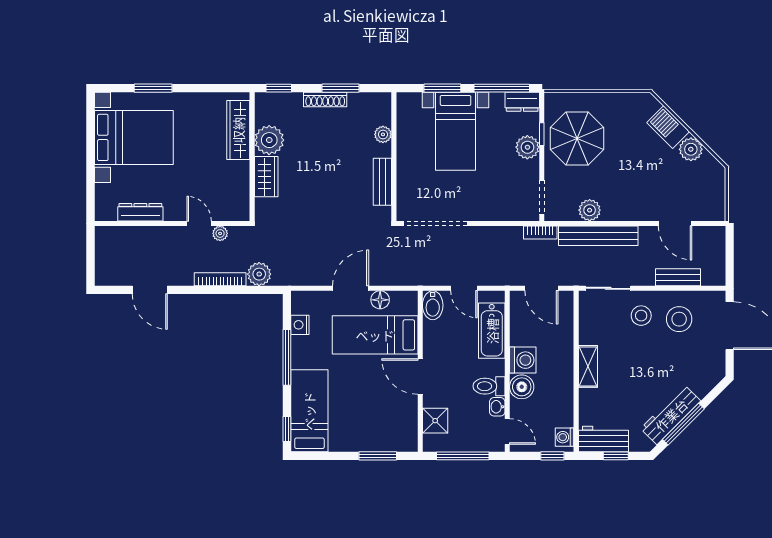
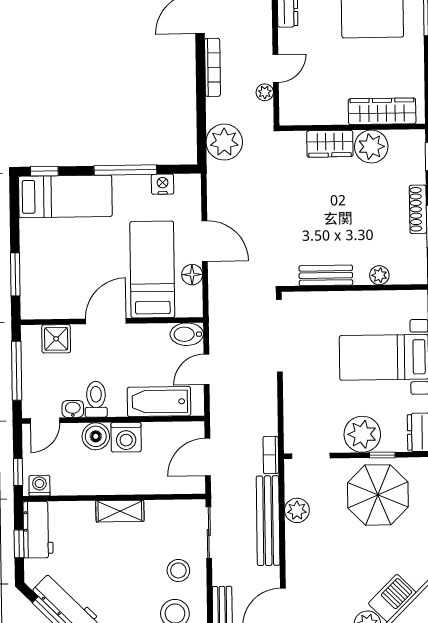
plant: (527, 147) -> (362, 434), width x1.36, depth x1.36
plant: (259, 274) -> (224, 142), width x1.36, depth x1.36
bookcase: (220, 279) -> (212, 67), moved

